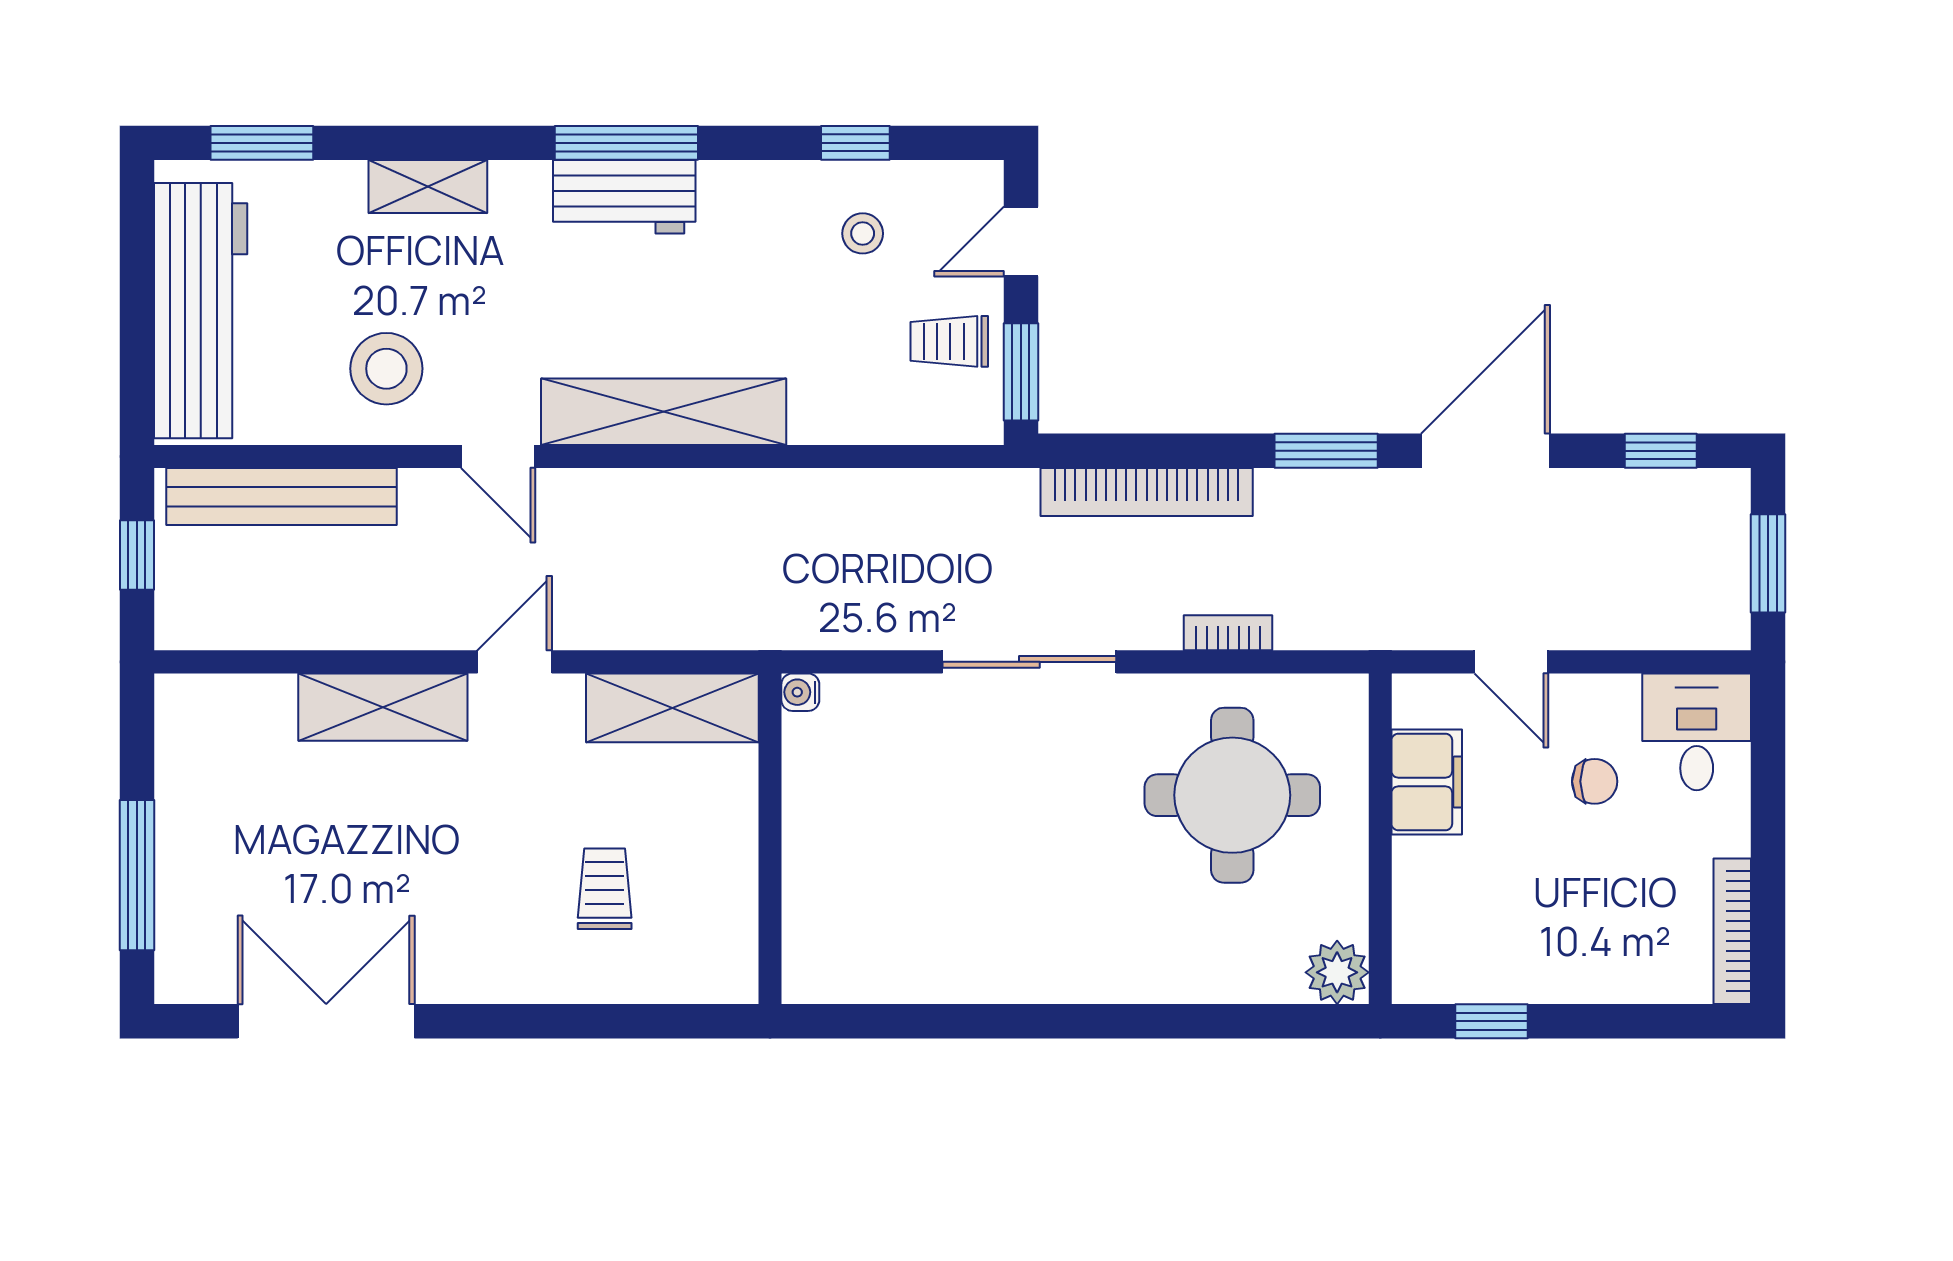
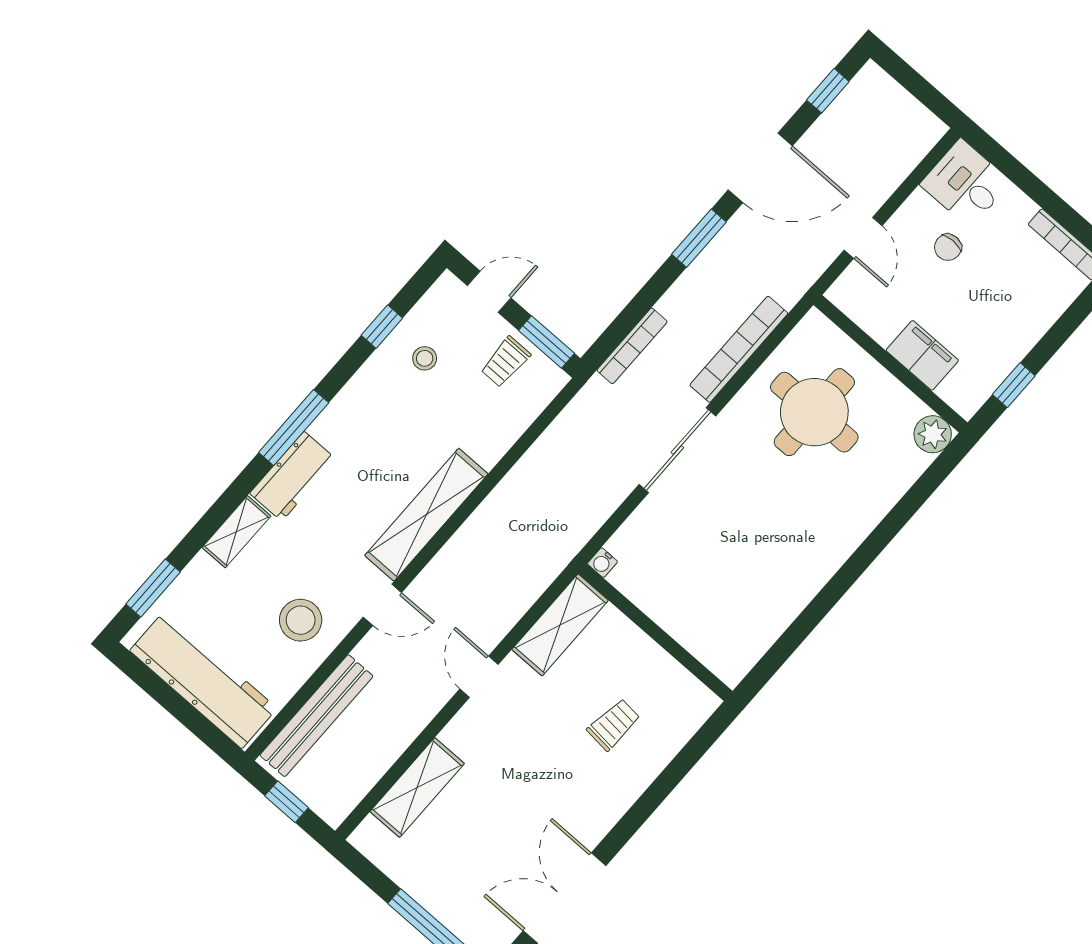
workbench: (624, 197) -> (293, 476), moved
door: (1021, 241) -> (489, 292), swing flipped
door: (1485, 451) -> (760, 168), swing flipped
bookcase: (1147, 492) -> (632, 346), width x0.68, depth x0.76
window: (1768, 563) -> (919, 87), removed
bookcase: (1228, 633) -> (739, 349), width x2.31, depth x1.31
door: (1511, 662) -> (863, 238), hinge flipped
shelving: (383, 707) -> (417, 788), moved
chair: (1595, 781) -> (948, 247), turned 180
filing cabinet: (1427, 782) -> (922, 355), moved
trolley: (605, 889) -> (614, 724), turned 95

